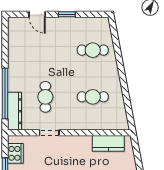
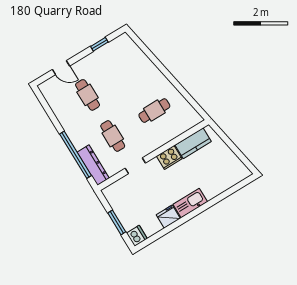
window: (67, 14) -> (99, 44), moved
cafe table: (93, 50) -> (88, 95), moved, turned 90
cooker: (15, 153) -> (169, 157), moved, turned 90

